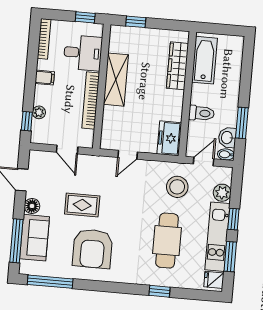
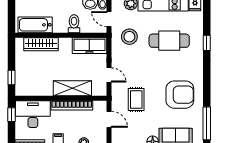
desk: (83, 53) -> (33, 114), width x1.37
shelving: (116, 80) -> (72, 88), moved
freezer: (169, 138) -> (89, 46), width x1.40
door: (67, 149) -> (109, 119), hinge flipped
rug: (82, 205) -> (136, 99), moved

